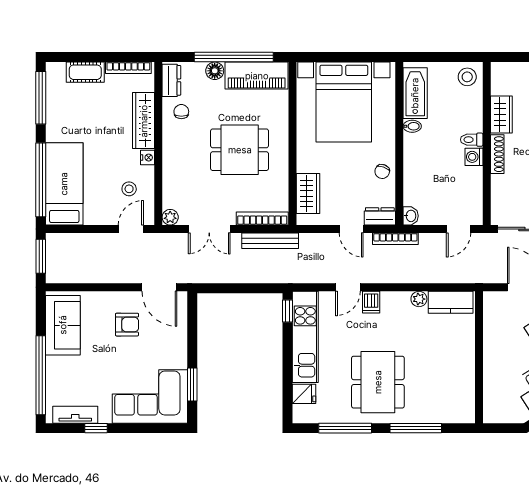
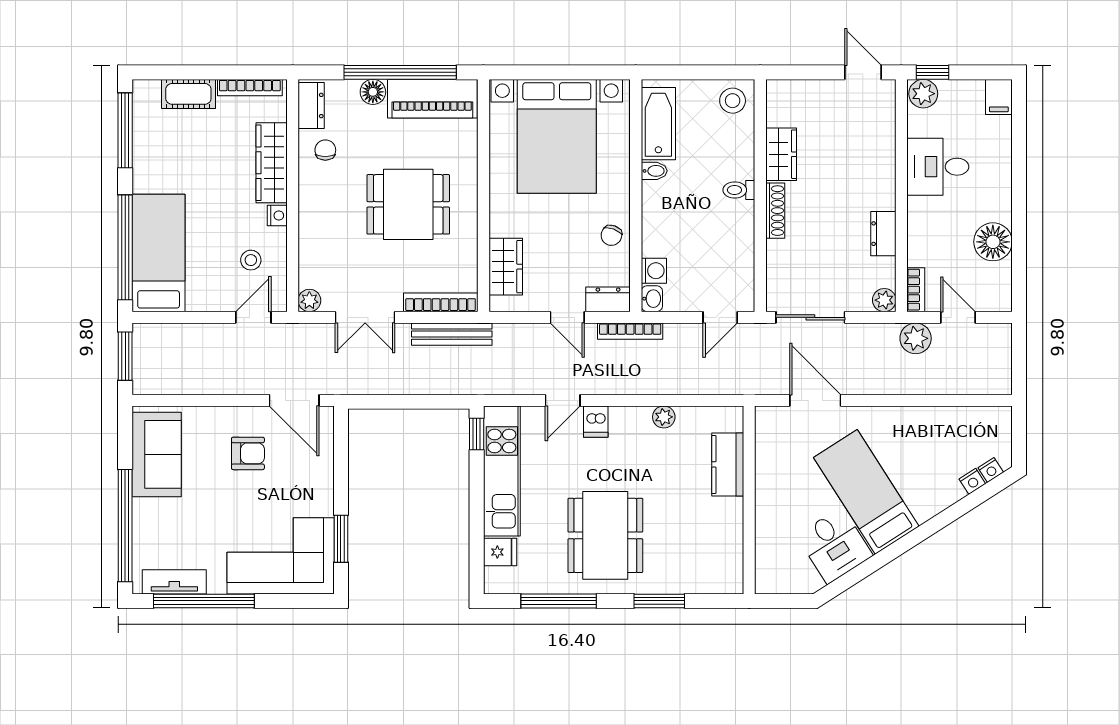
washing machine: (474, 157) -> (654, 271), moved, turned 180
kitchen counter: (451, 302) -> (728, 464), moved, turned 90
window: (96, 428) -> (204, 601), width x3.17
window: (416, 428) -> (659, 601), width x0.69

